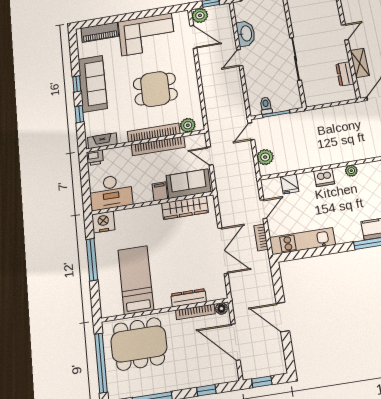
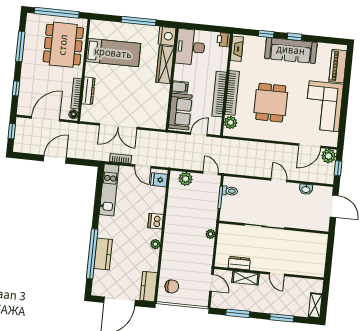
washbasin: (246, 33) -> (306, 189), width x0.52, depth x0.69
plant: (321, 113) -> (210, 234), added
fridge: (290, 184) -> (159, 180), moved
wardrobe: (185, 208) -> (165, 65), moved

